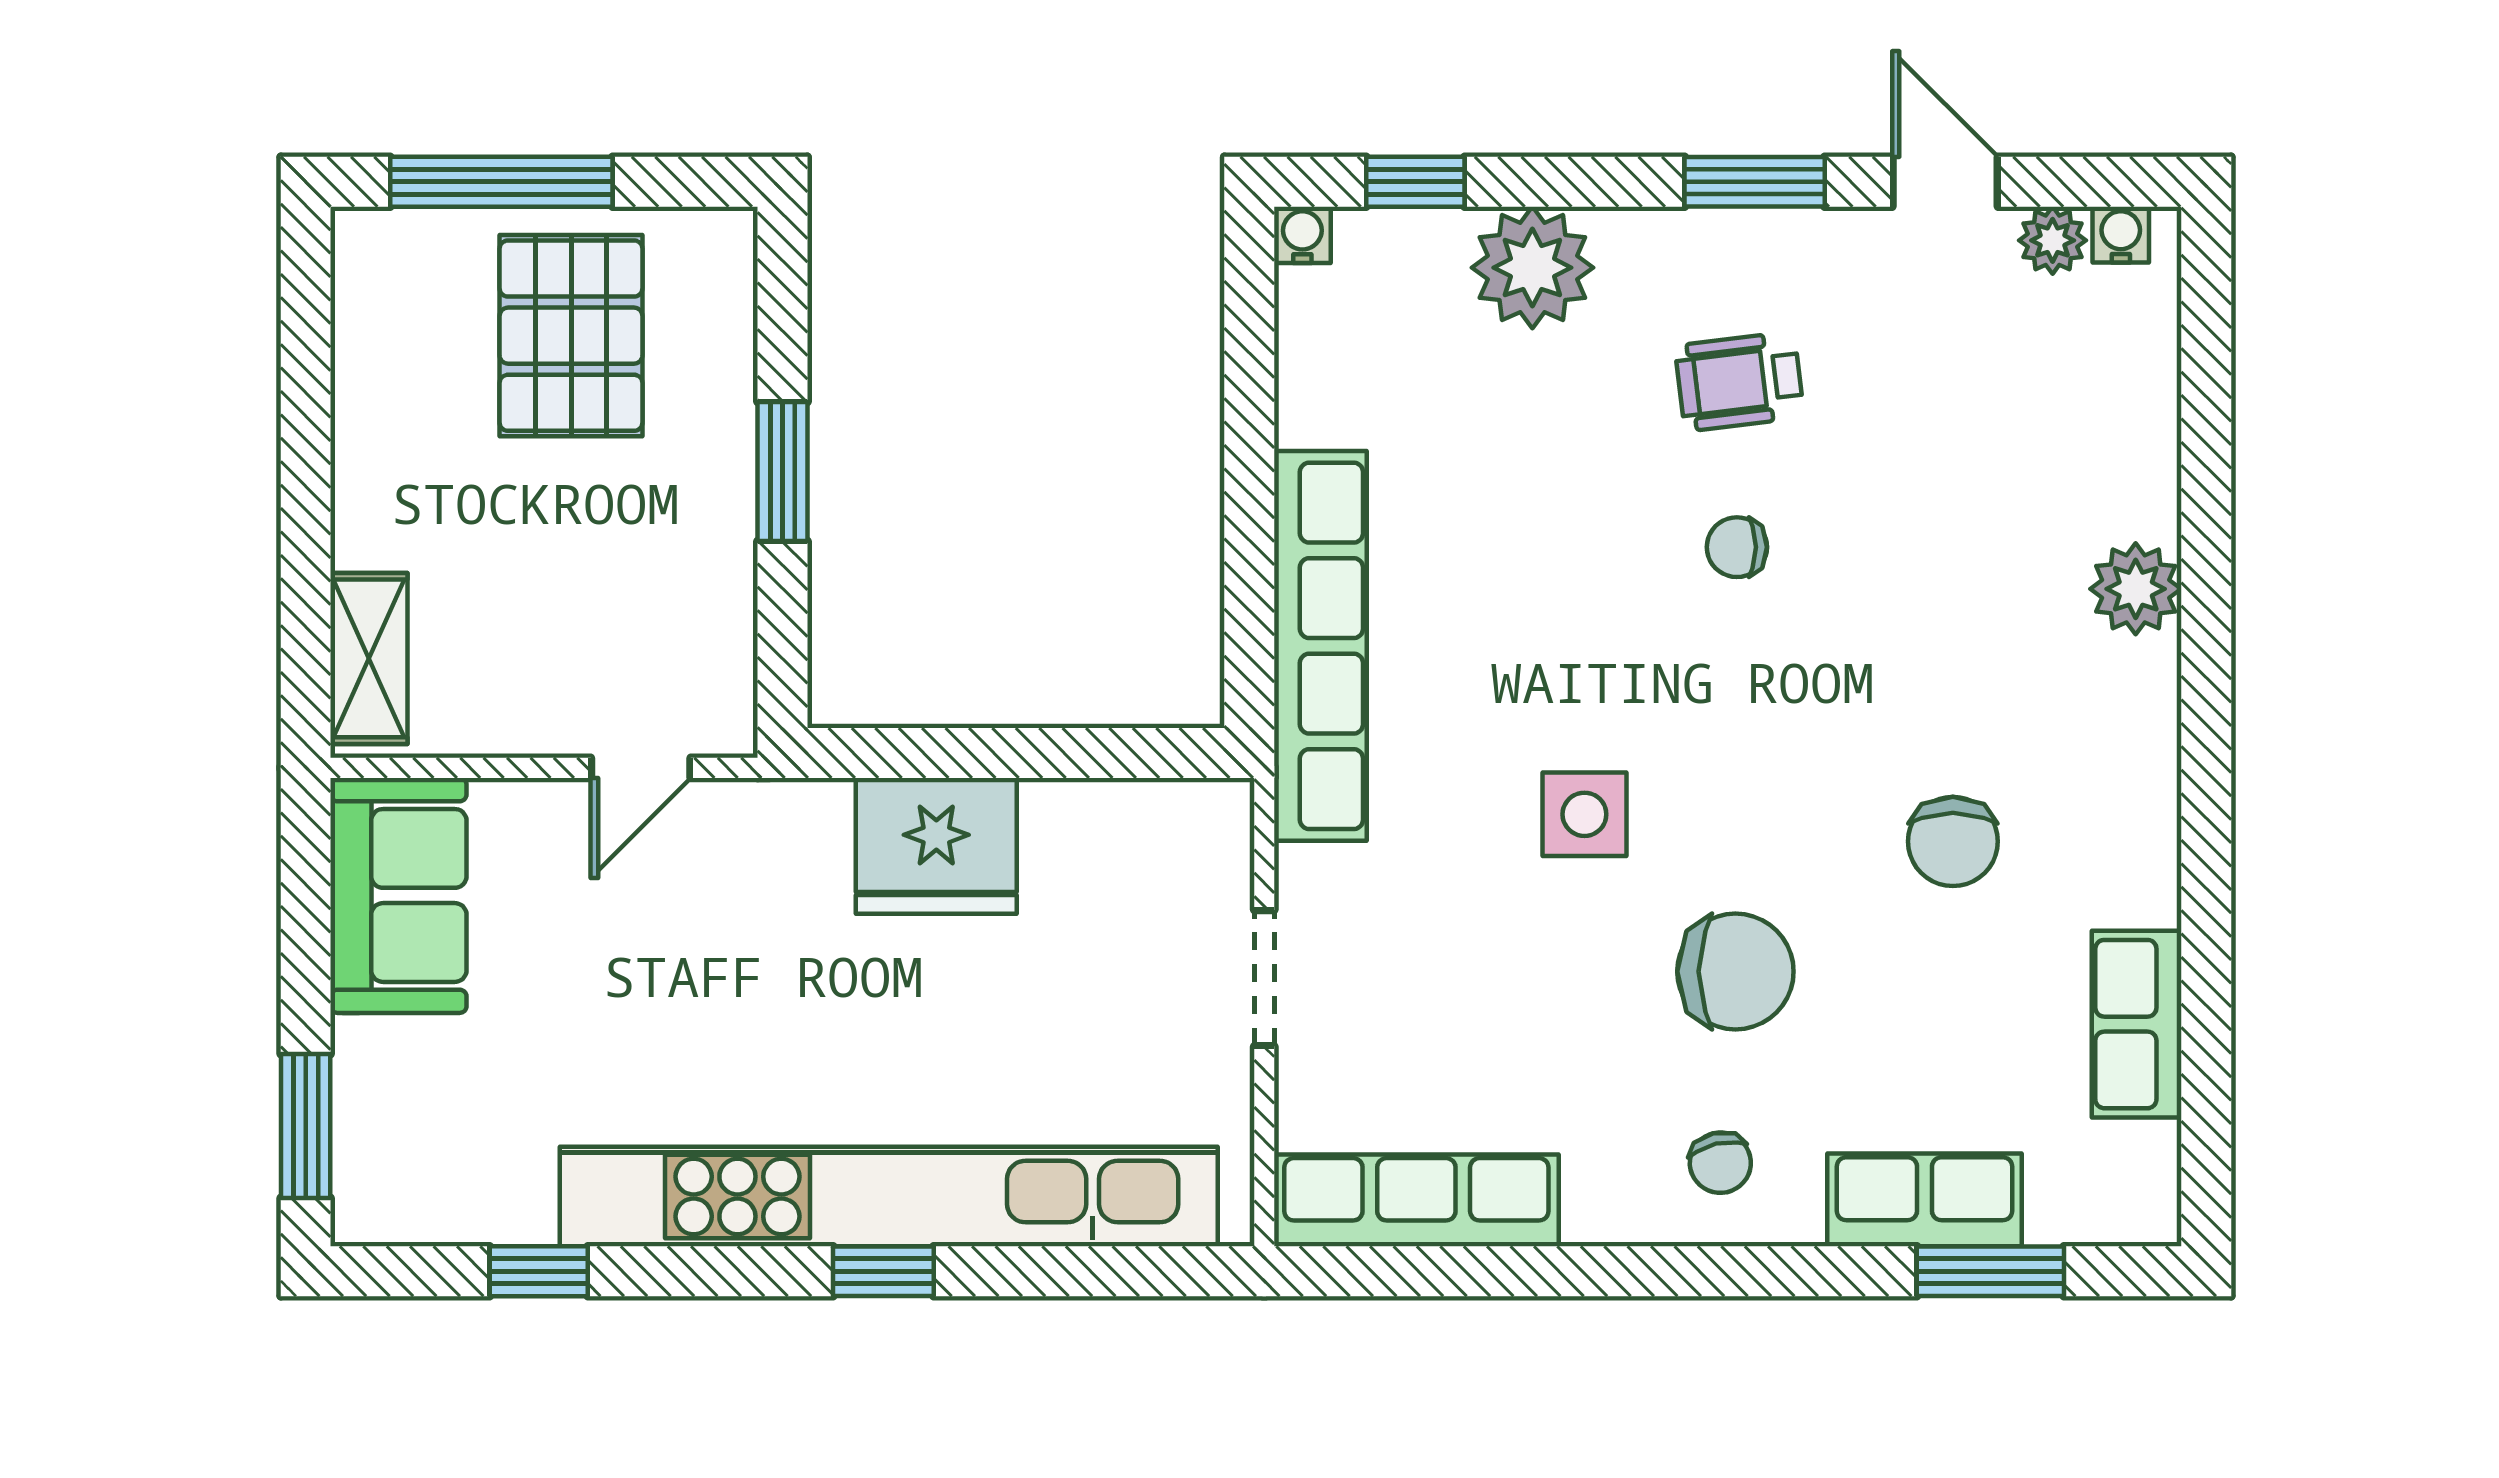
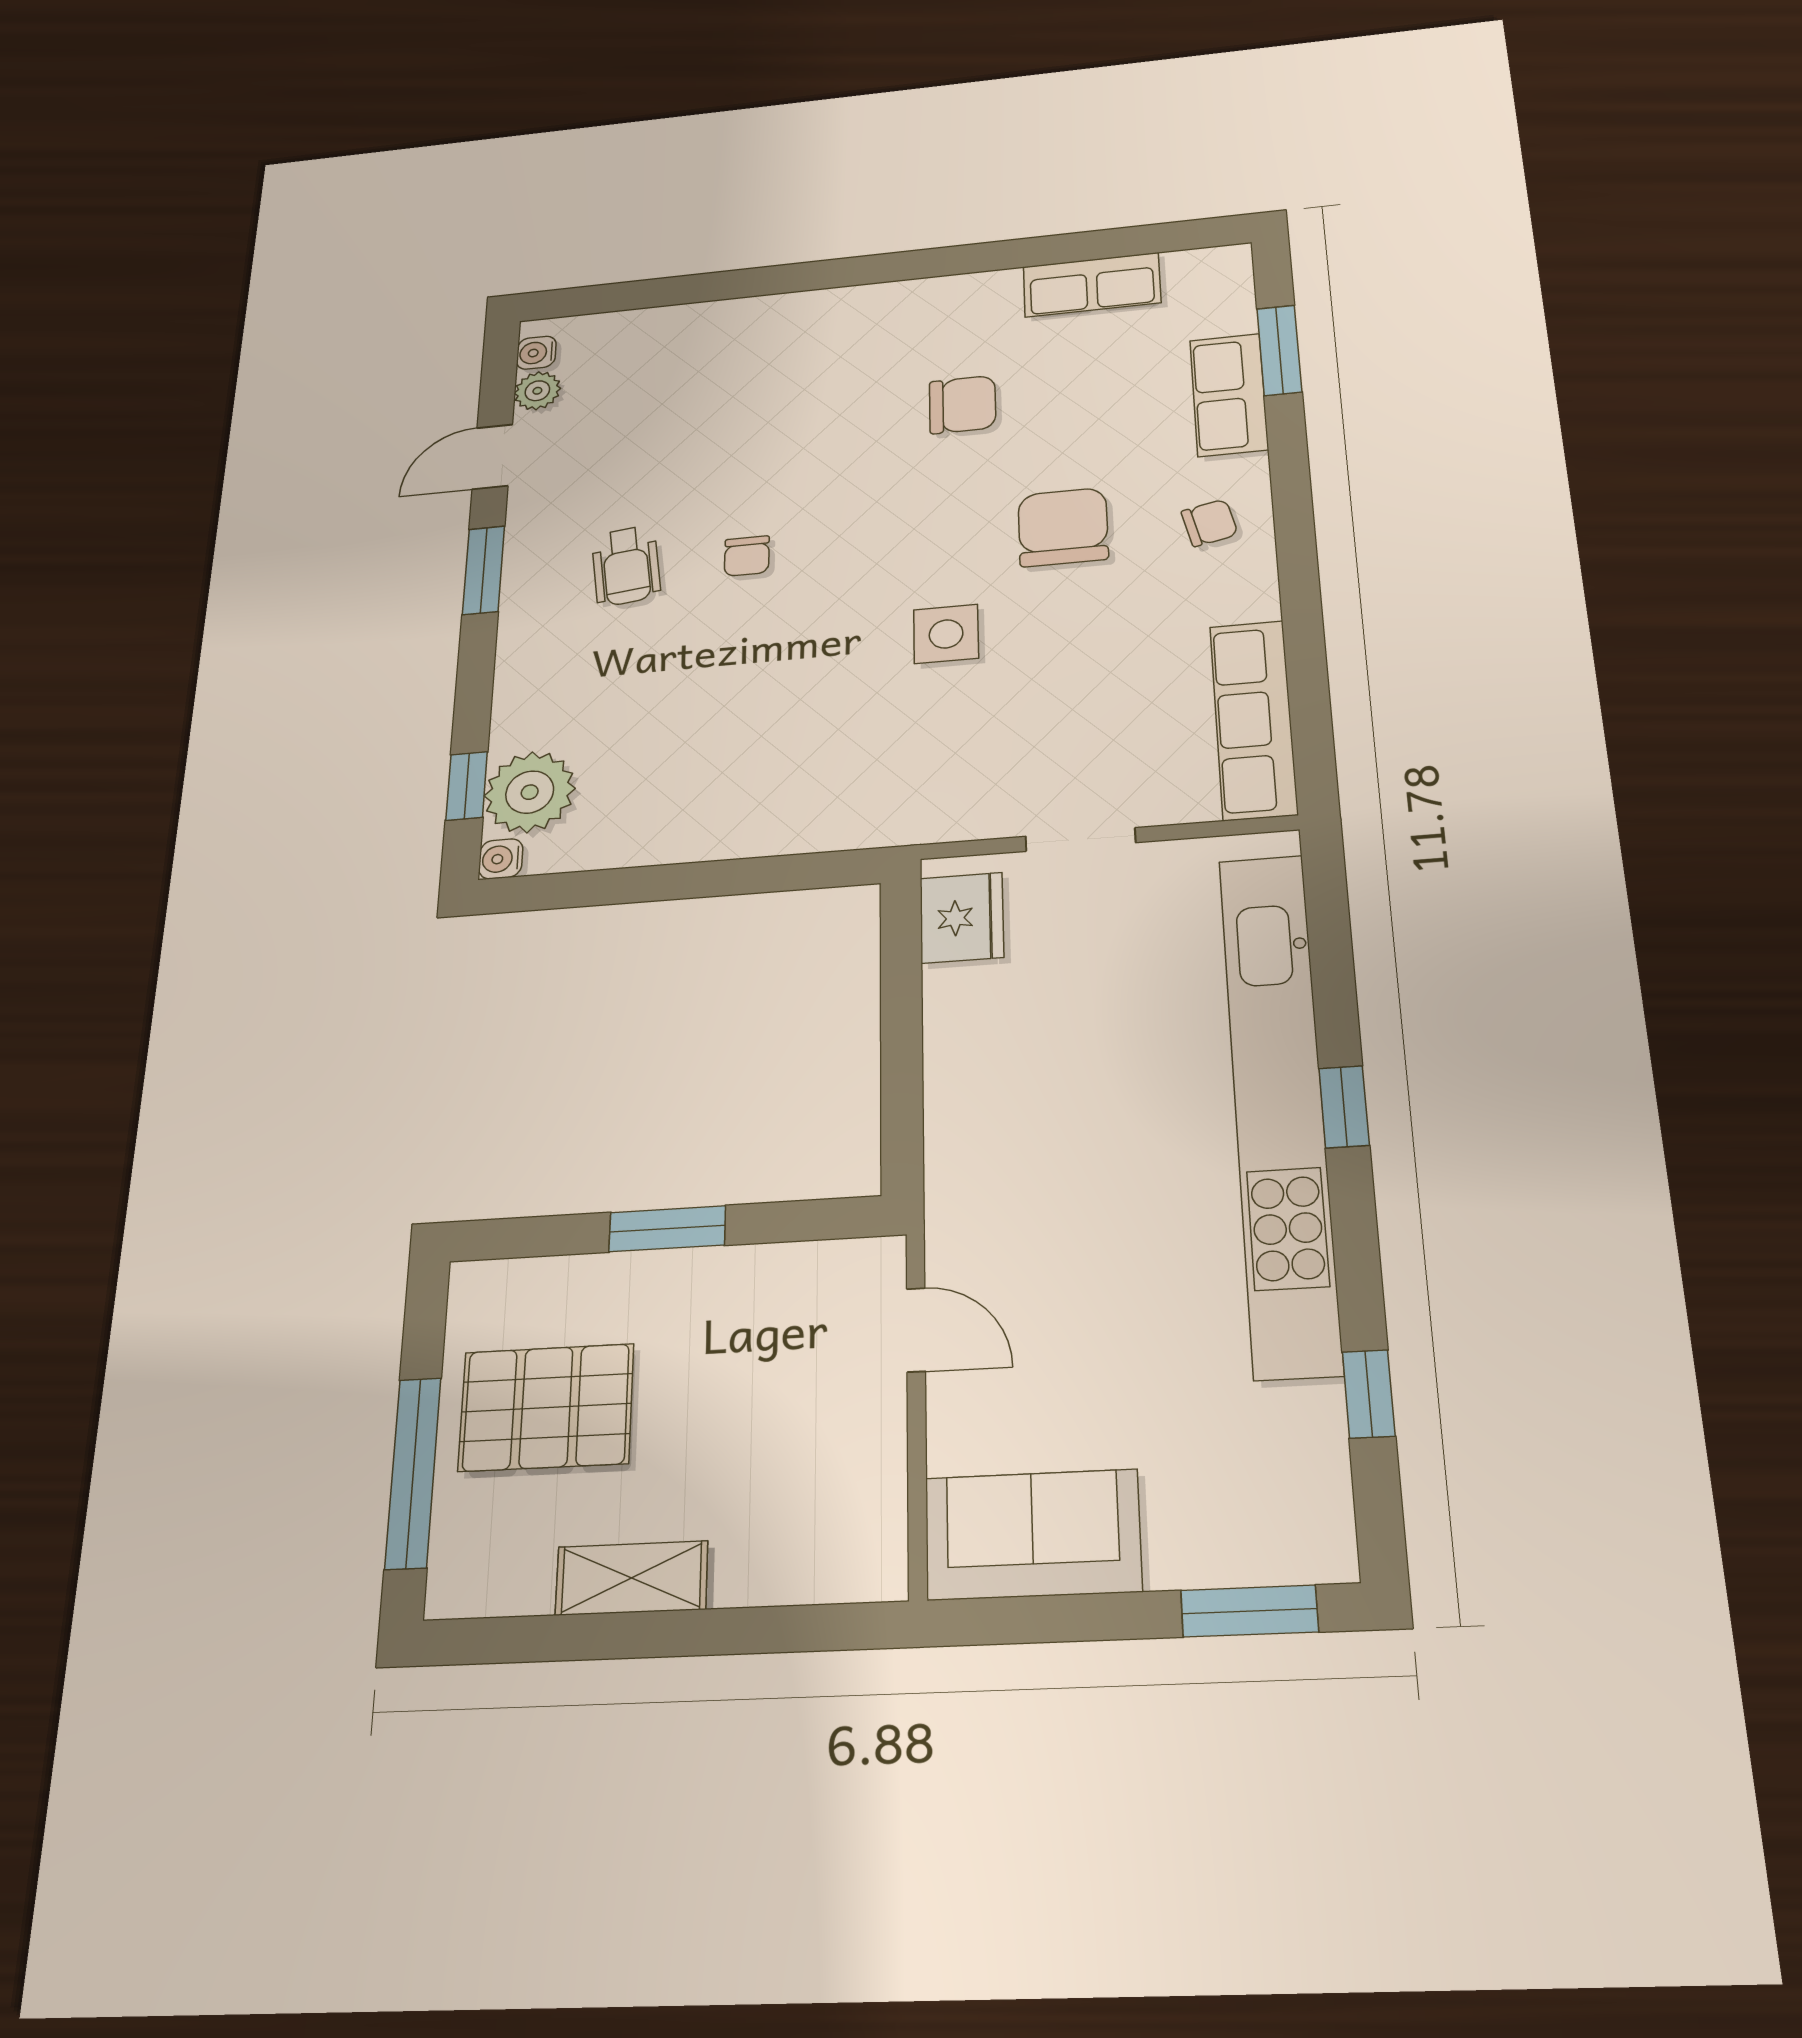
plant: (1532, 268) -> (530, 792), moved
plant: (2136, 589) -> (782, 318), removed
row of seats: (1320, 646) -> (817, 821), removed
shelving: (369, 658) -> (632, 1578), moved
fridge: (936, 846) -> (962, 918), moved, width x0.73, depth x0.75

